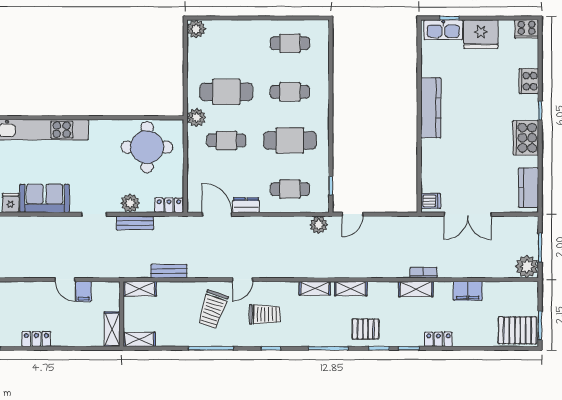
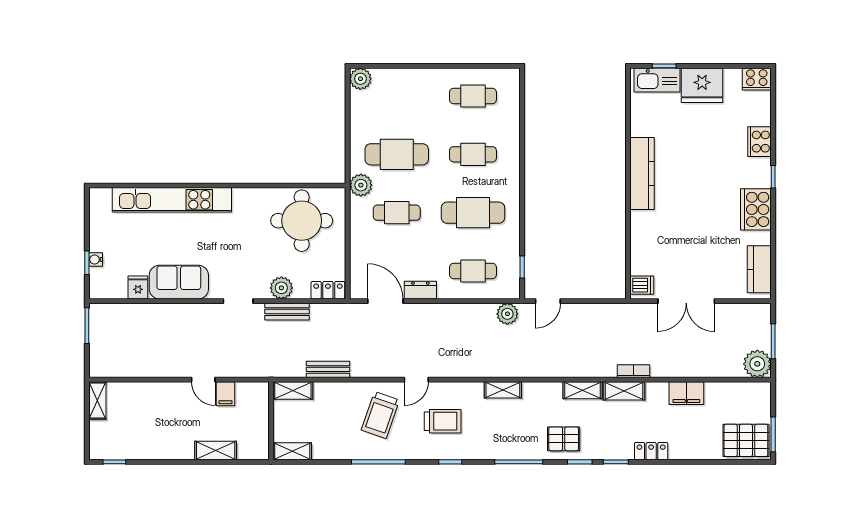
shelving: (351, 289) -> (582, 390), moved
shelving: (112, 329) -> (216, 451), moved, turned 90
locker: (36, 339) -> (169, 451), removed

